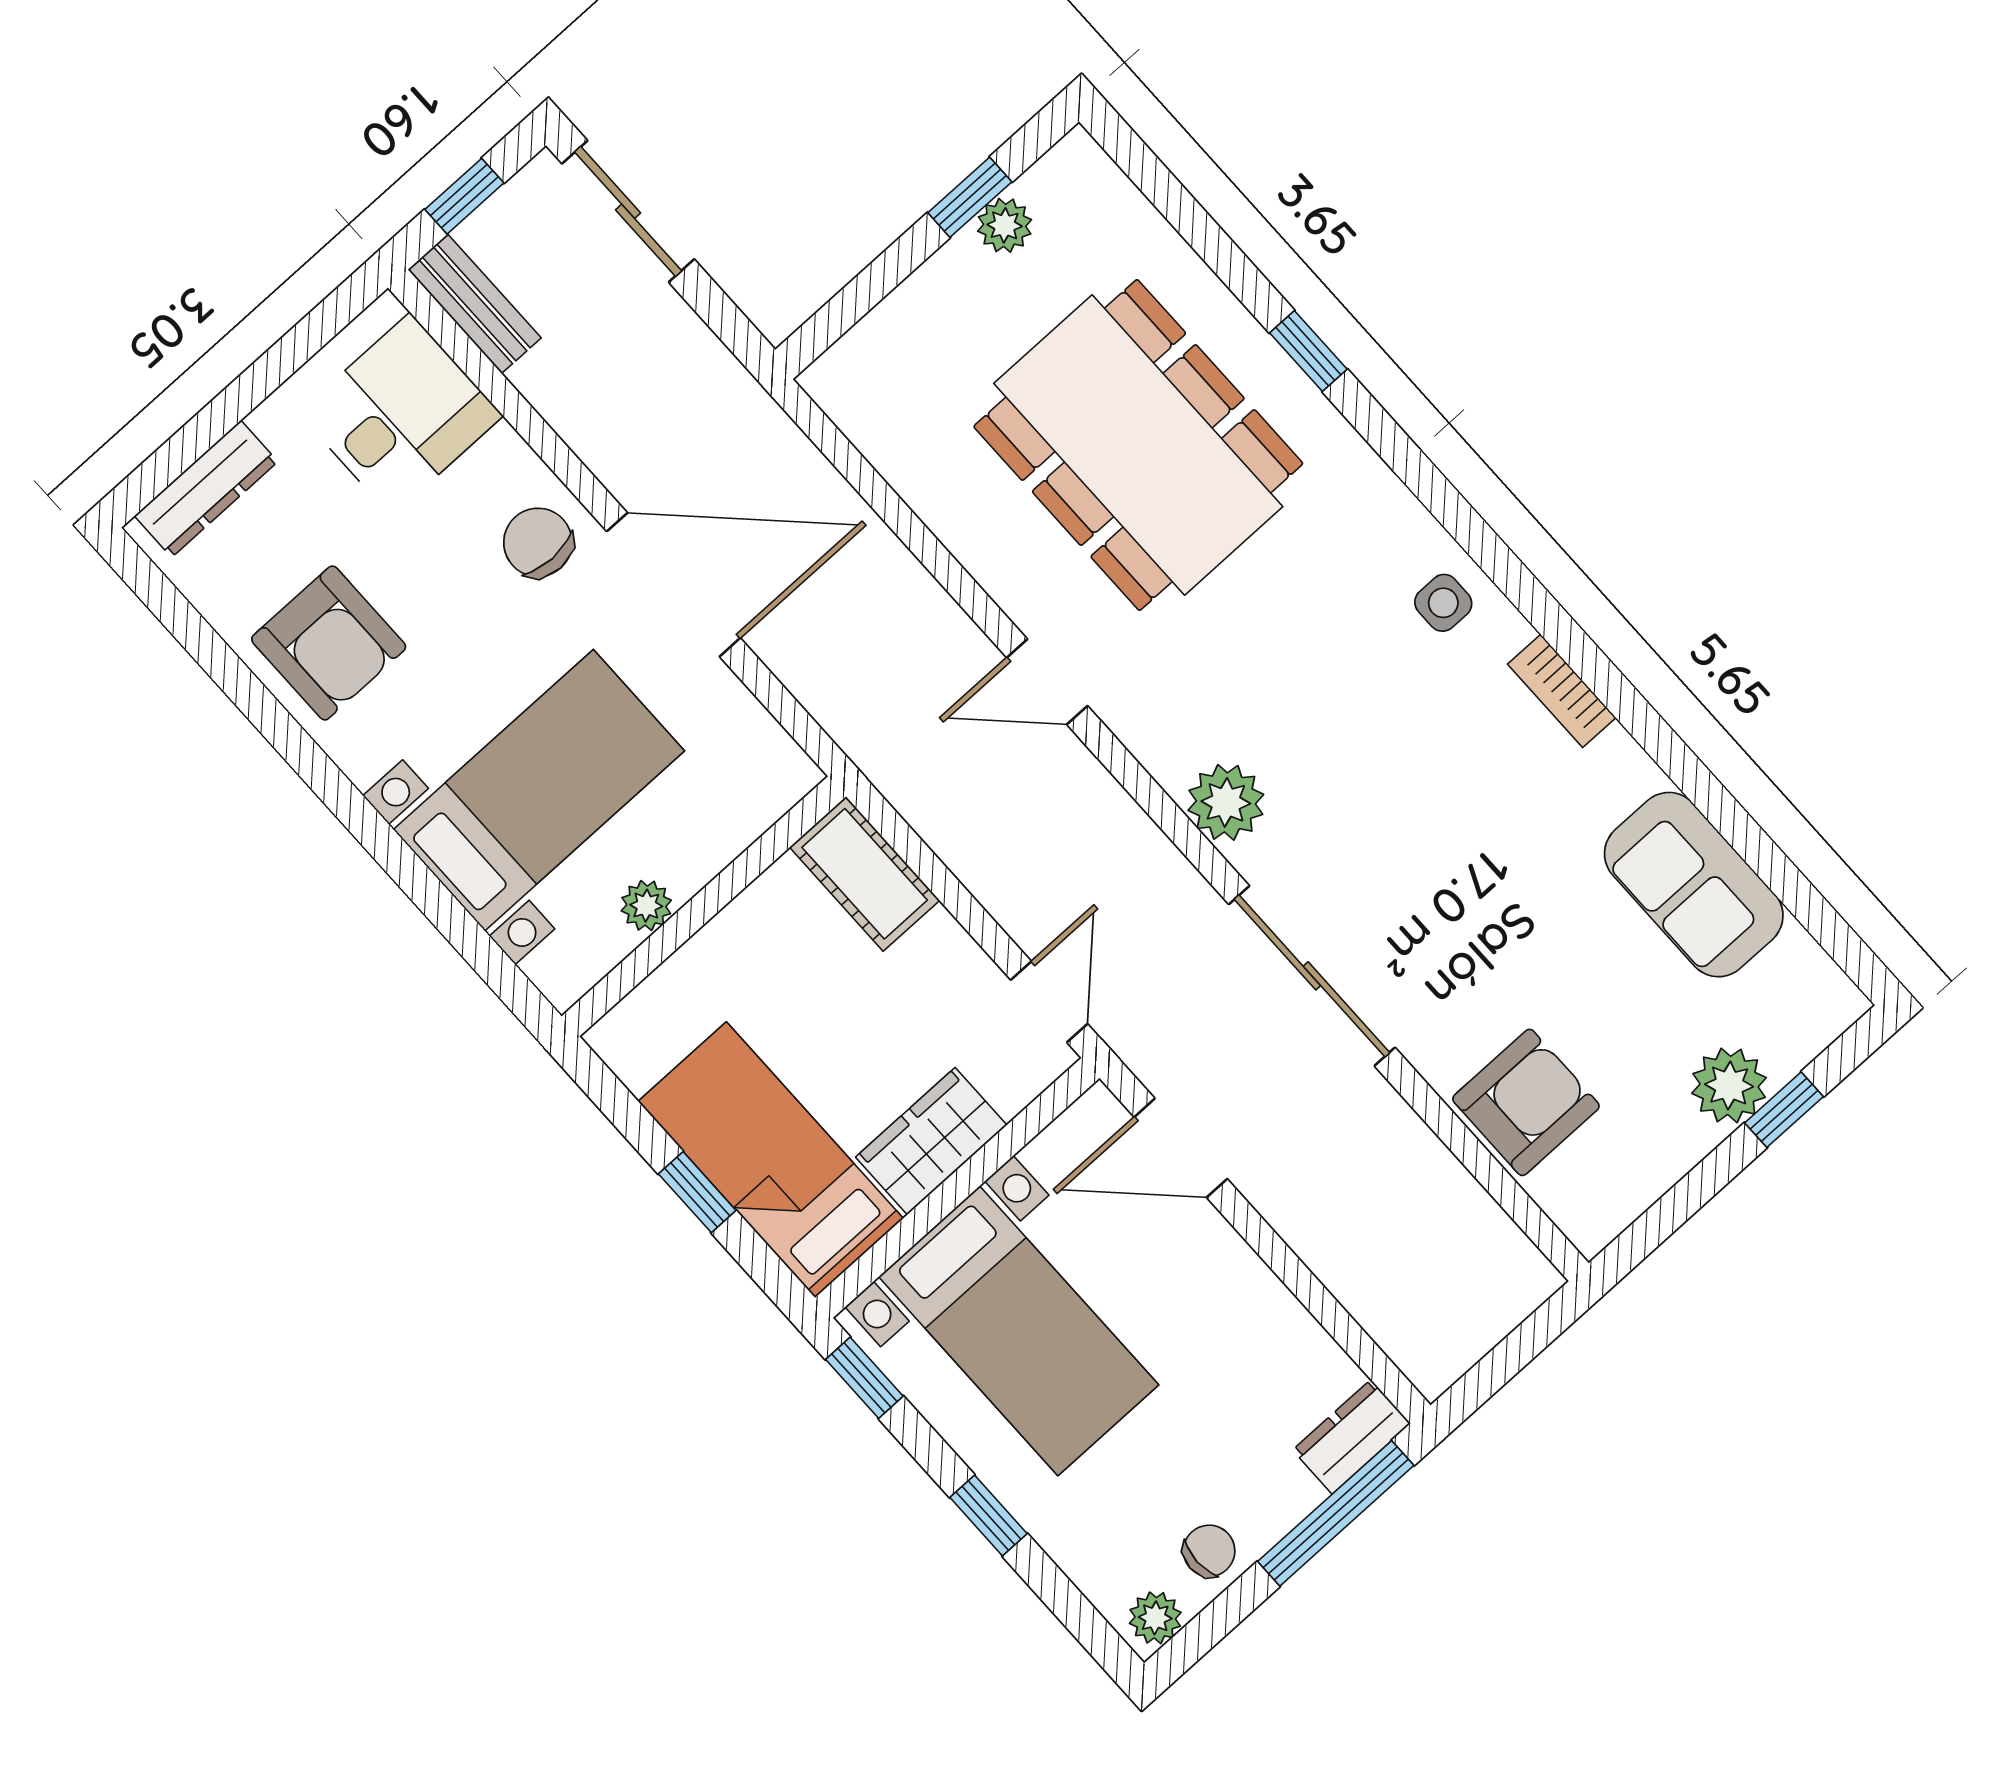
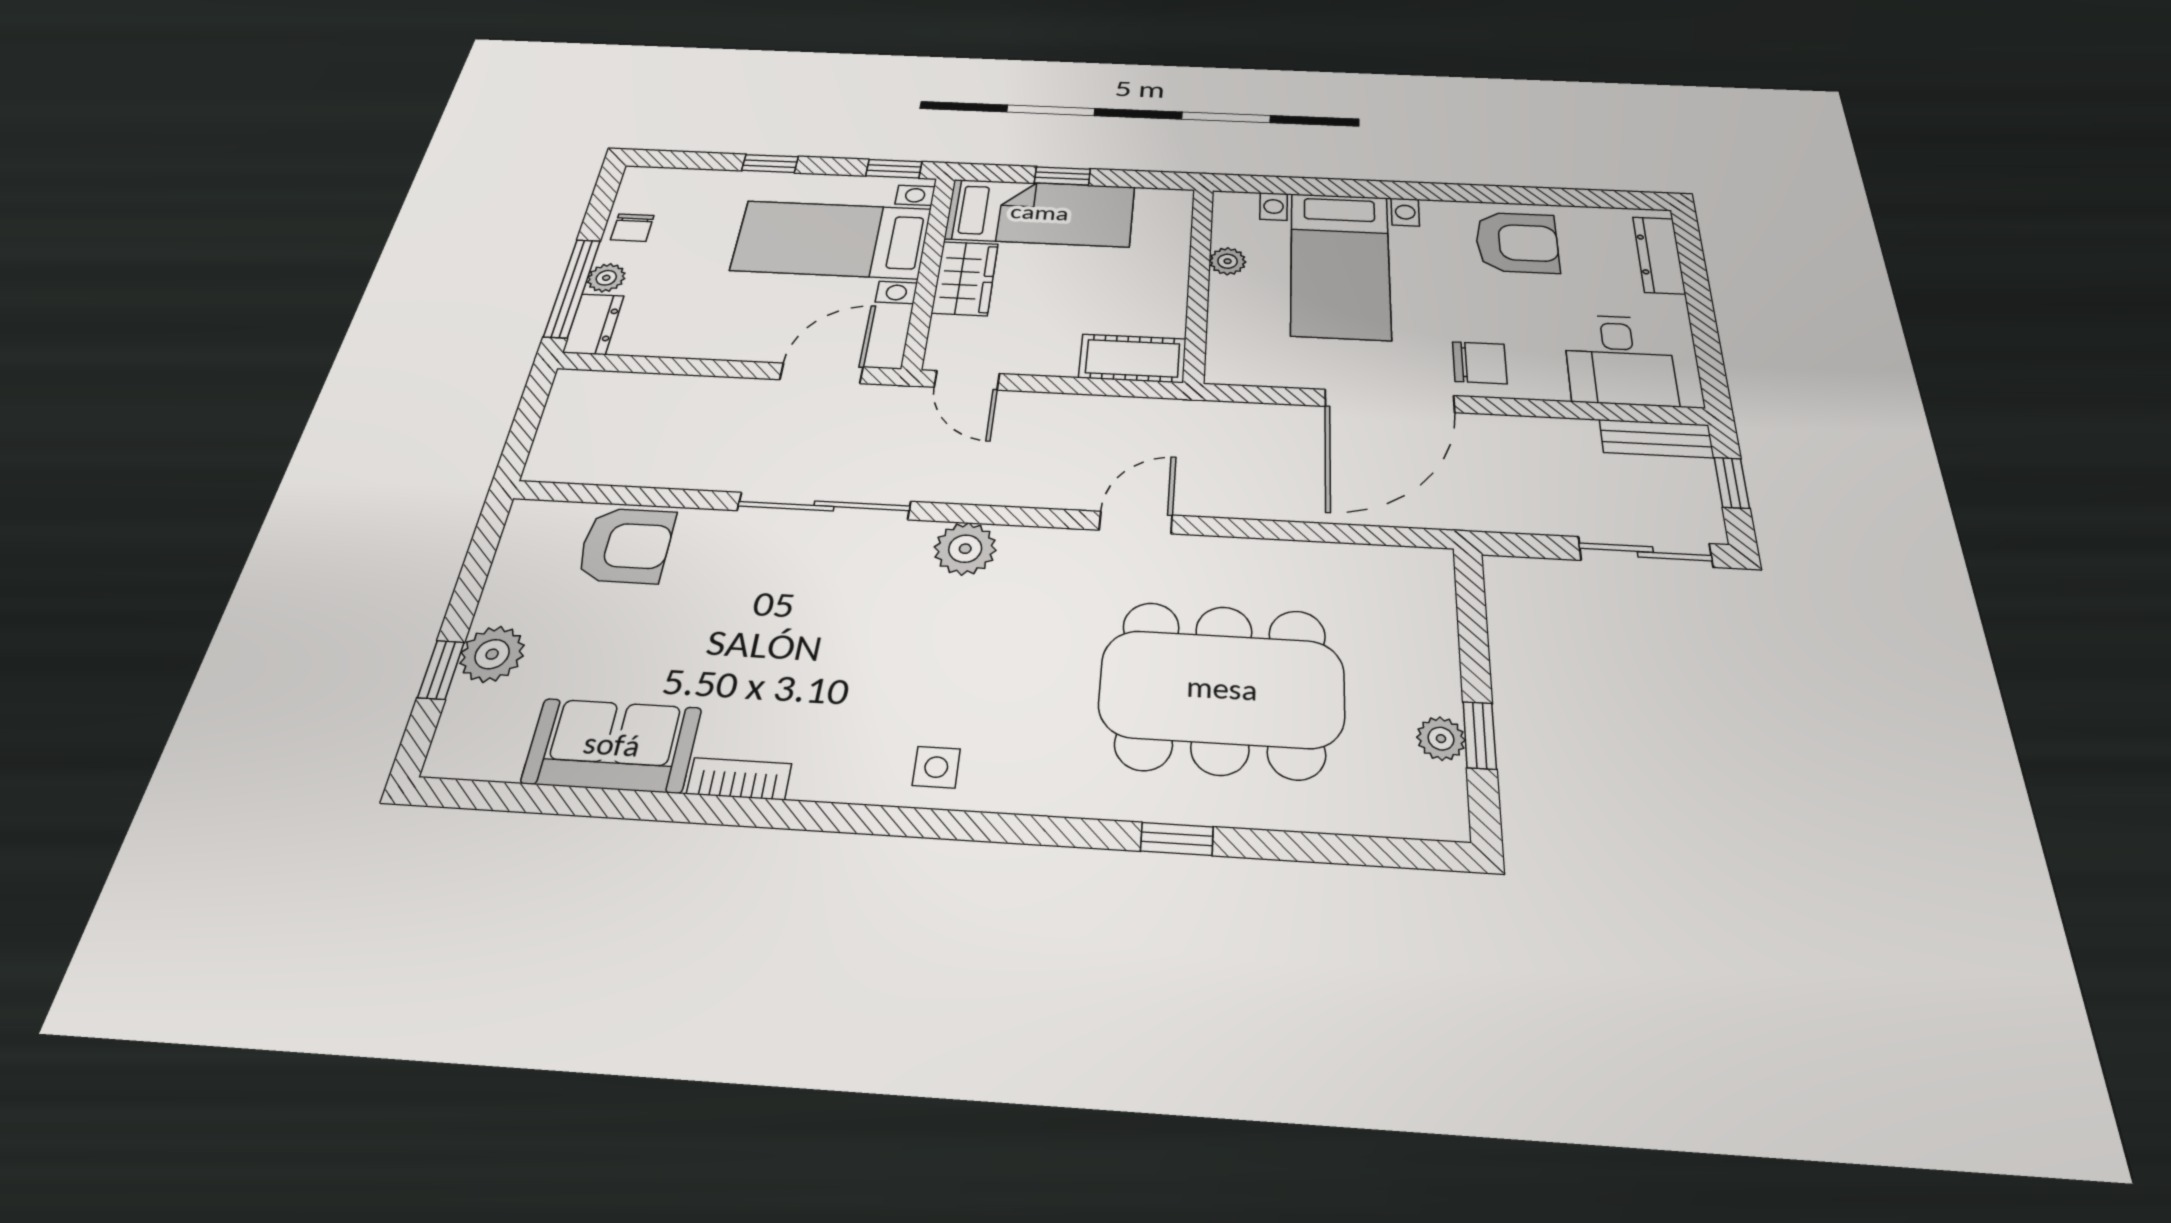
armchair: (329, 643) -> (1517, 243), turned 180
bookcase: (1562, 691) -> (739, 779), moved
armchair: (1526, 1102) -> (626, 545), turned -90
plant: (1155, 1618) -> (606, 278), moved

